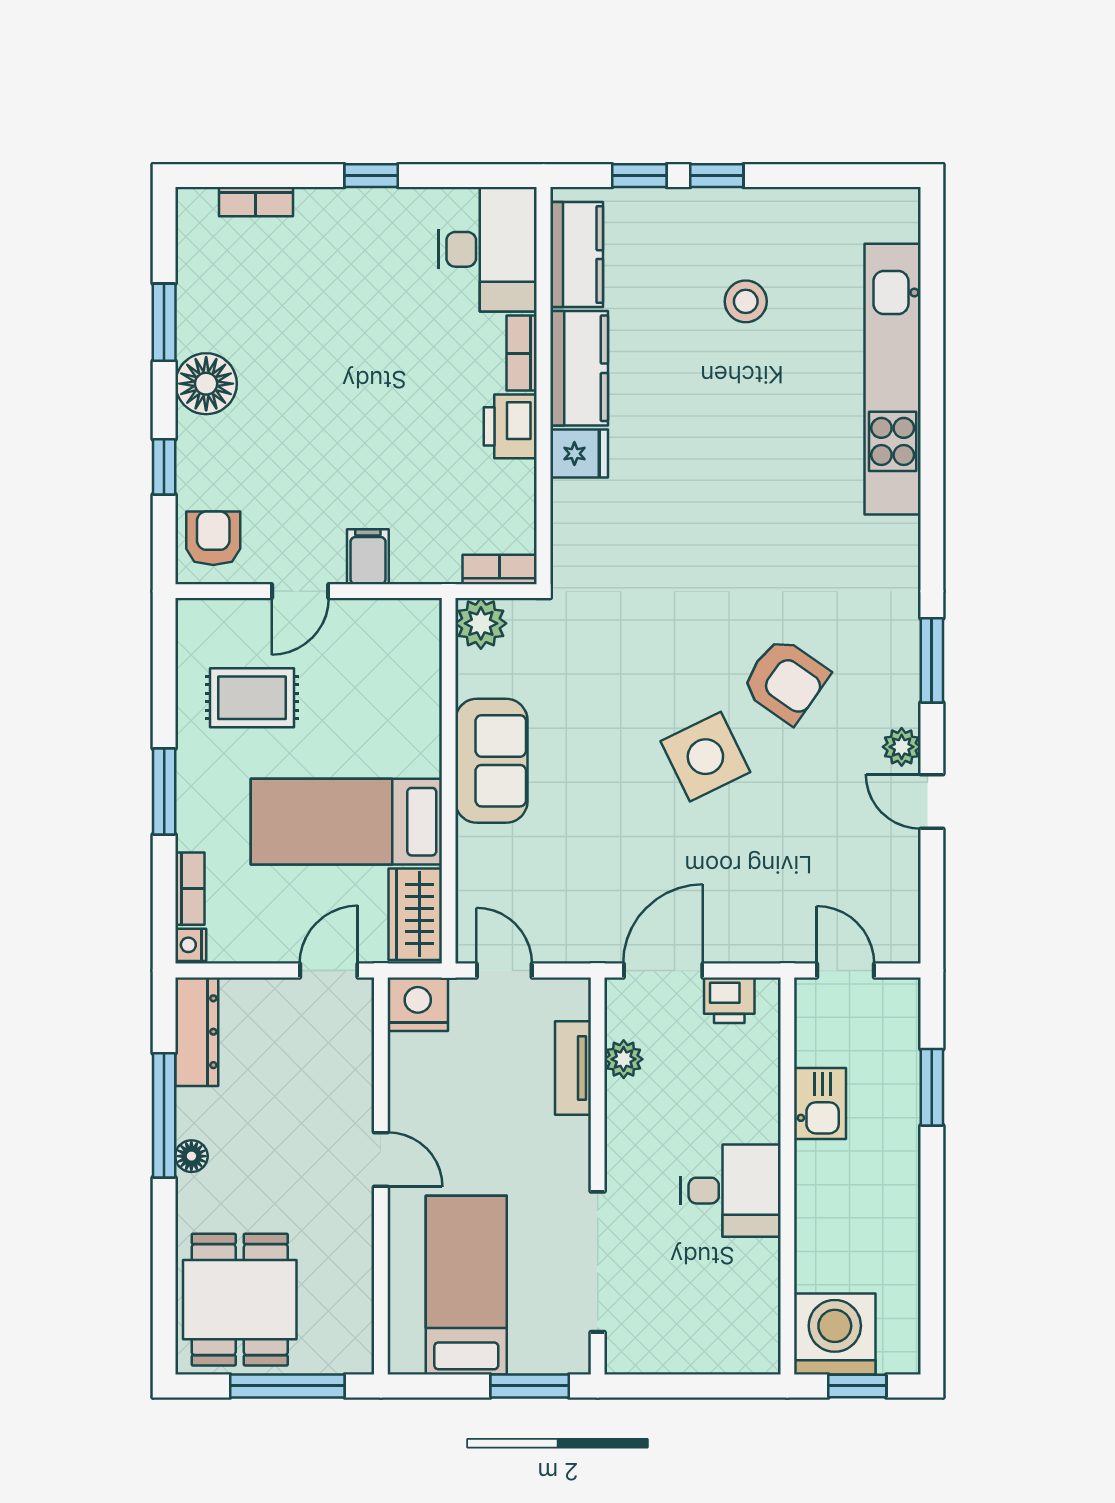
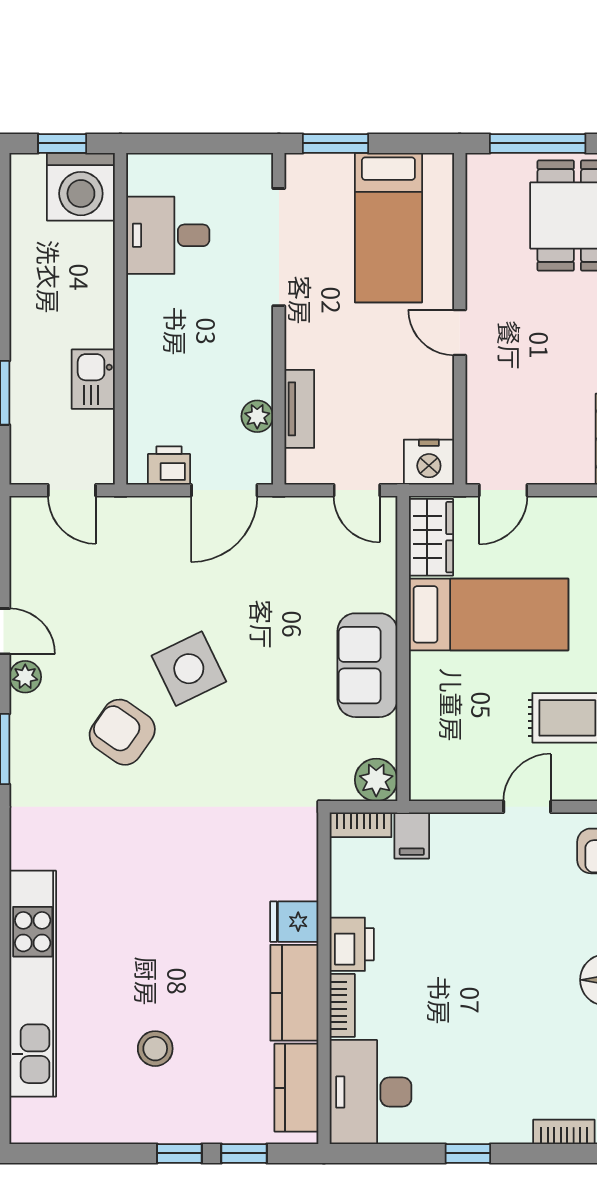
filing cabinet: (368, 557) -> (412, 835), moved
desk: (731, 1191) -> (168, 235), moved

